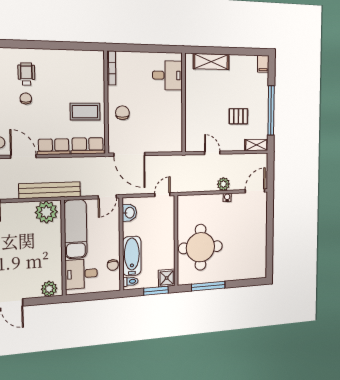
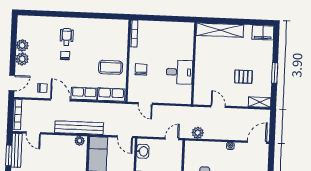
shelving: (211, 62) -> (220, 30), width x1.47
filing cabinet: (263, 64) -> (263, 33), width x2.00
desk: (167, 75) -> (179, 72), moved
window: (271, 110) -> (275, 73), width x0.47
door: (129, 154) -> (145, 103), width x0.53
plant: (223, 184) -> (198, 133), moved
door: (107, 197) -> (125, 137), hinge flipped
plant: (46, 212) -> (80, 141), width x0.53, depth x0.53

